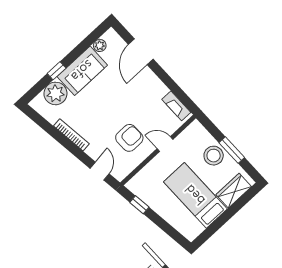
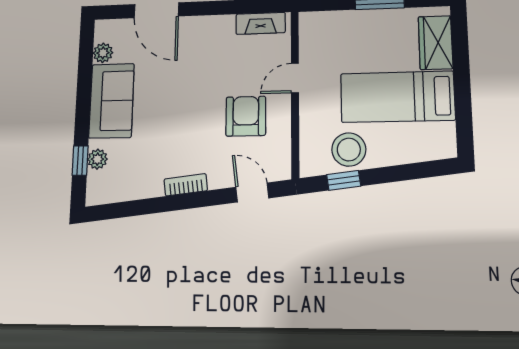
window: (57, 71) -> (80, 161), moved
plant: (55, 93) -> (97, 159), width x0.53, depth x0.53
bookcase: (71, 135) -> (186, 185), width x0.64
stool: (214, 156) -> (349, 150), moved

